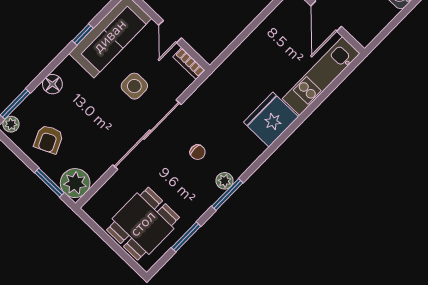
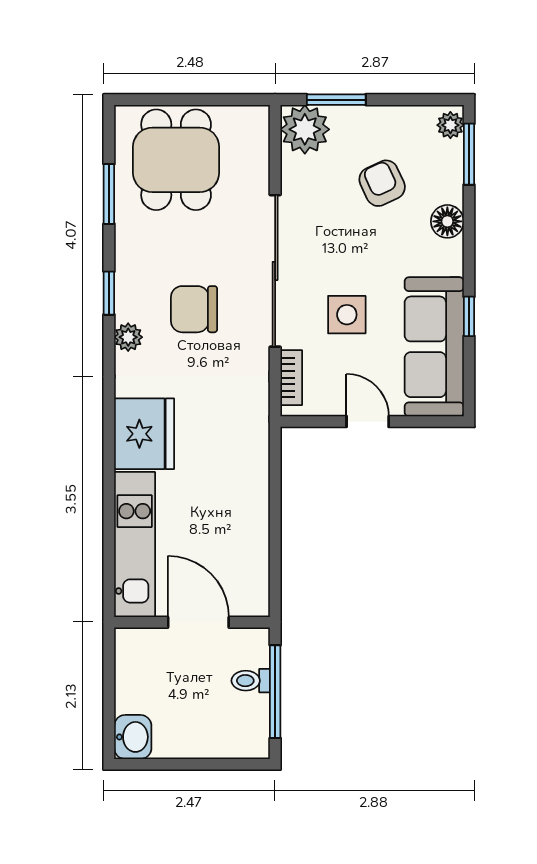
bookcase: (189, 63) -> (291, 378), moved, turned 90
armchair: (49, 139) -> (382, 183), moved
chair: (198, 152) -> (194, 309), width x1.87, depth x1.87
plant: (225, 181) -> (128, 337), moved
window: (227, 194) -> (109, 293), width x0.67

